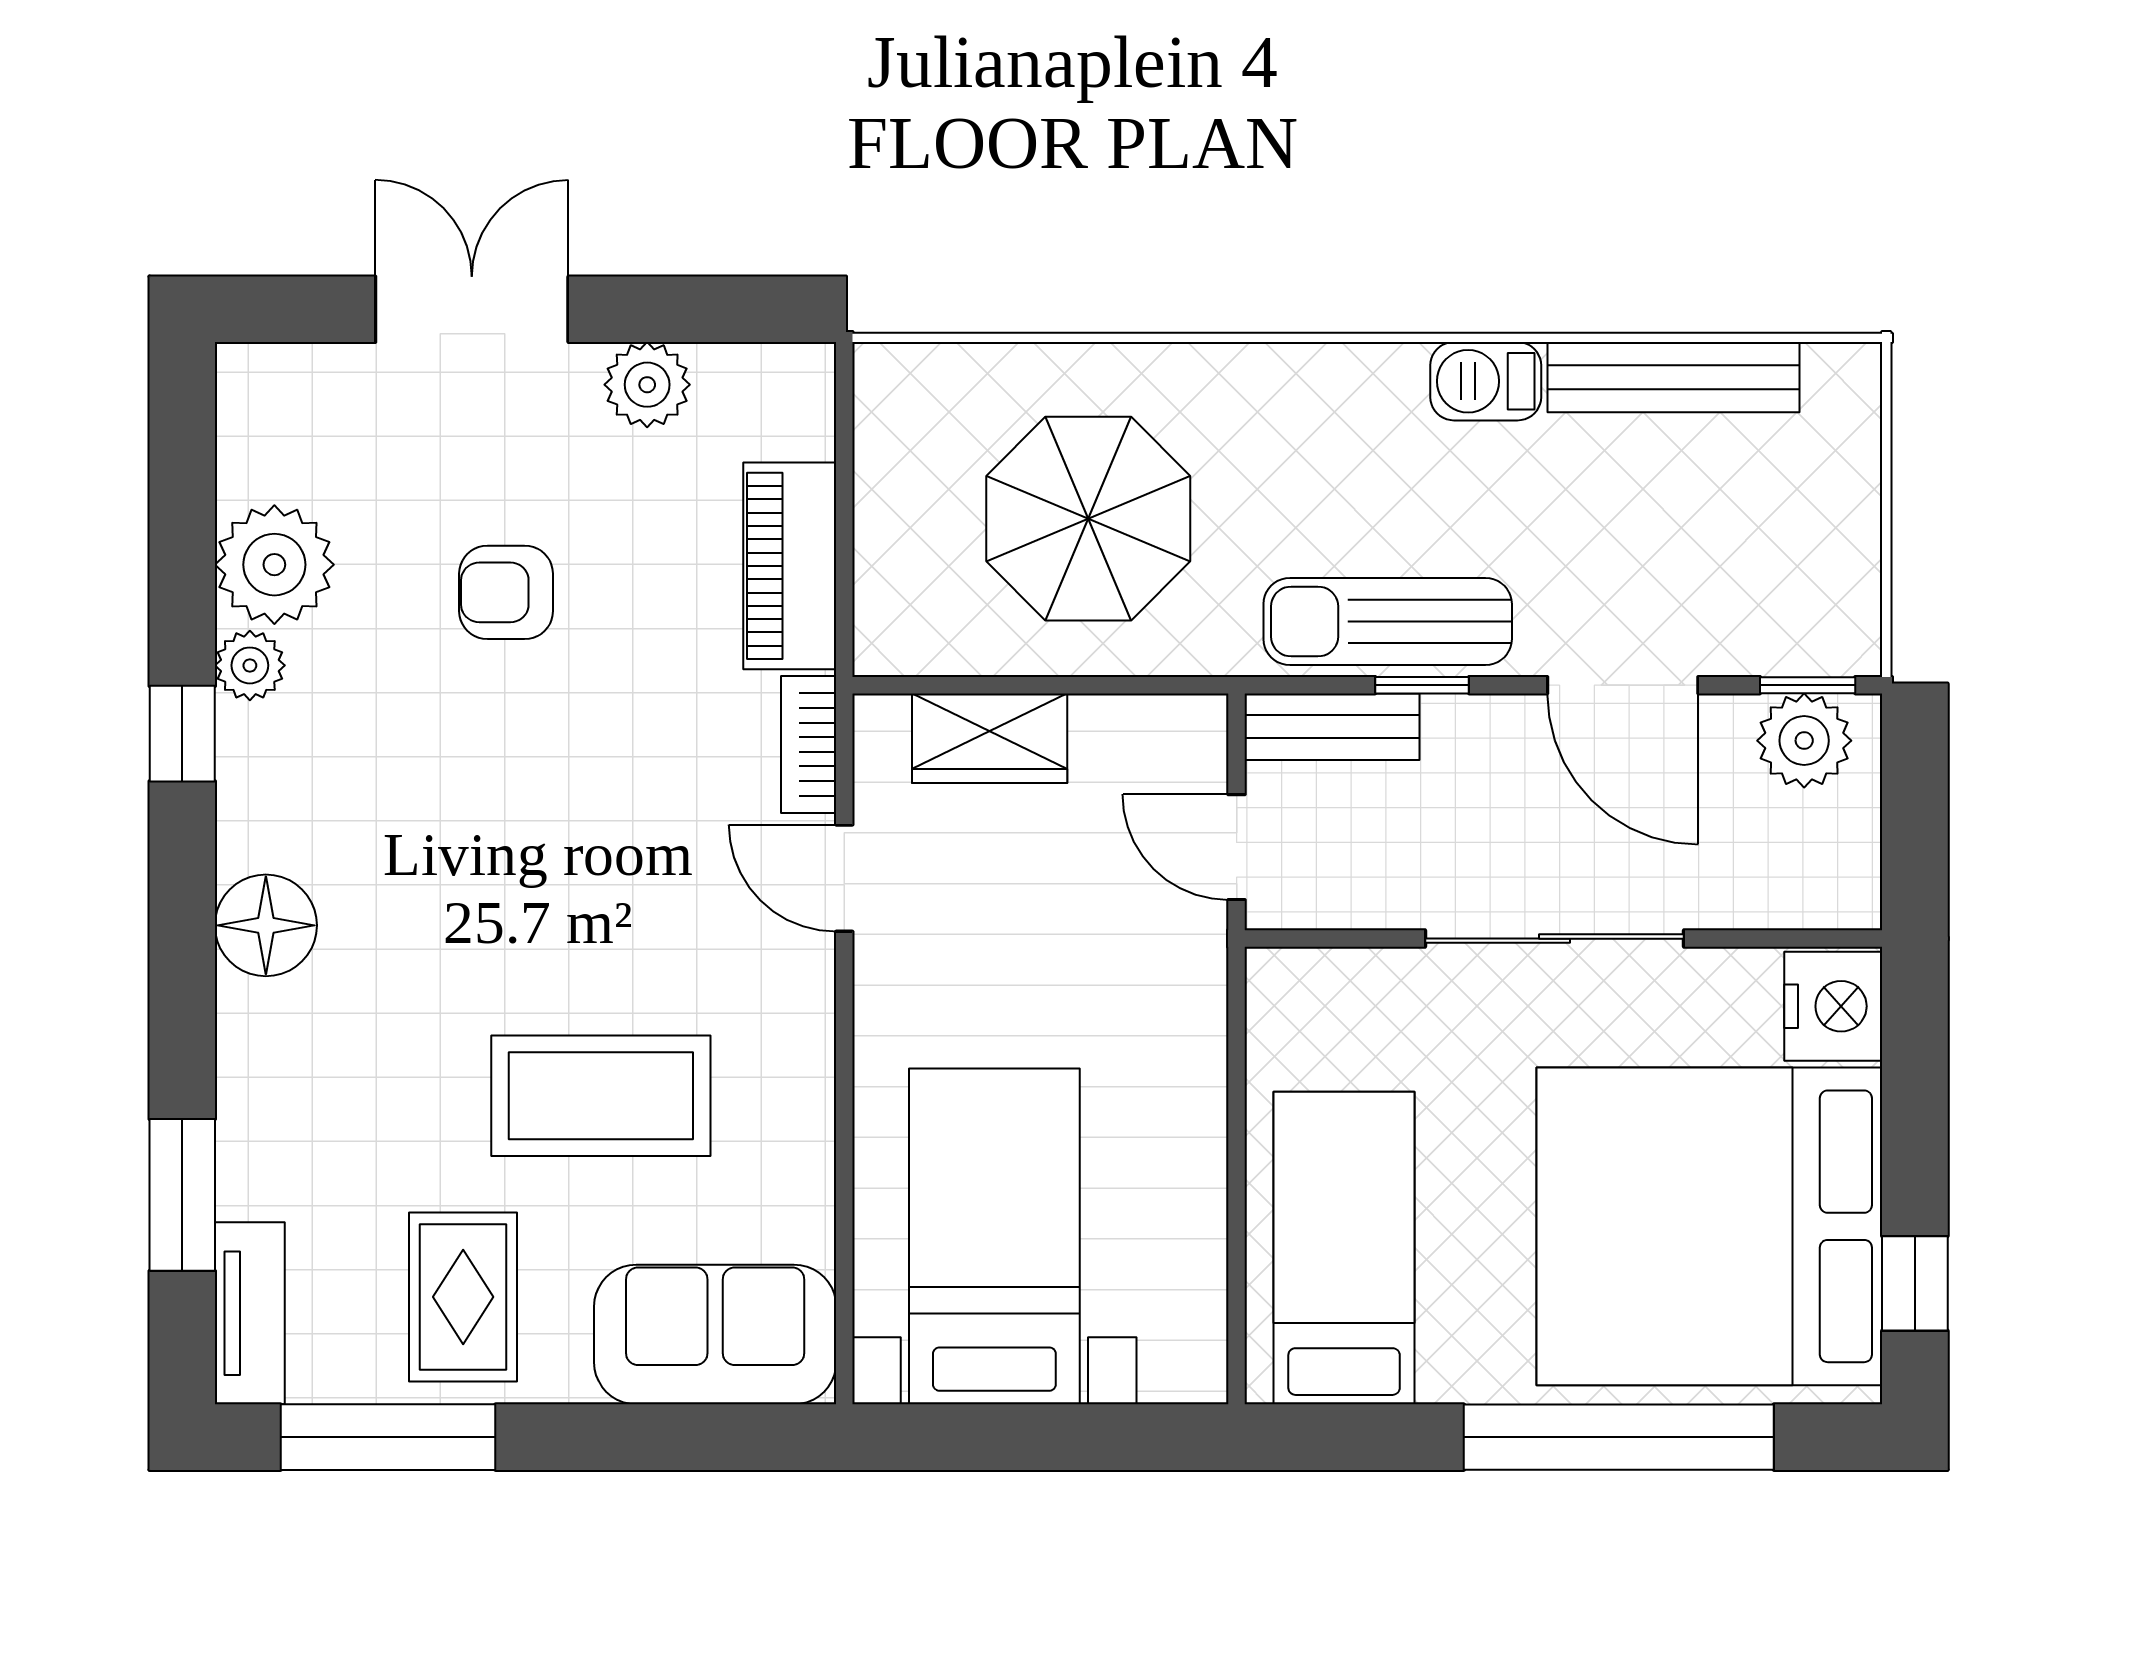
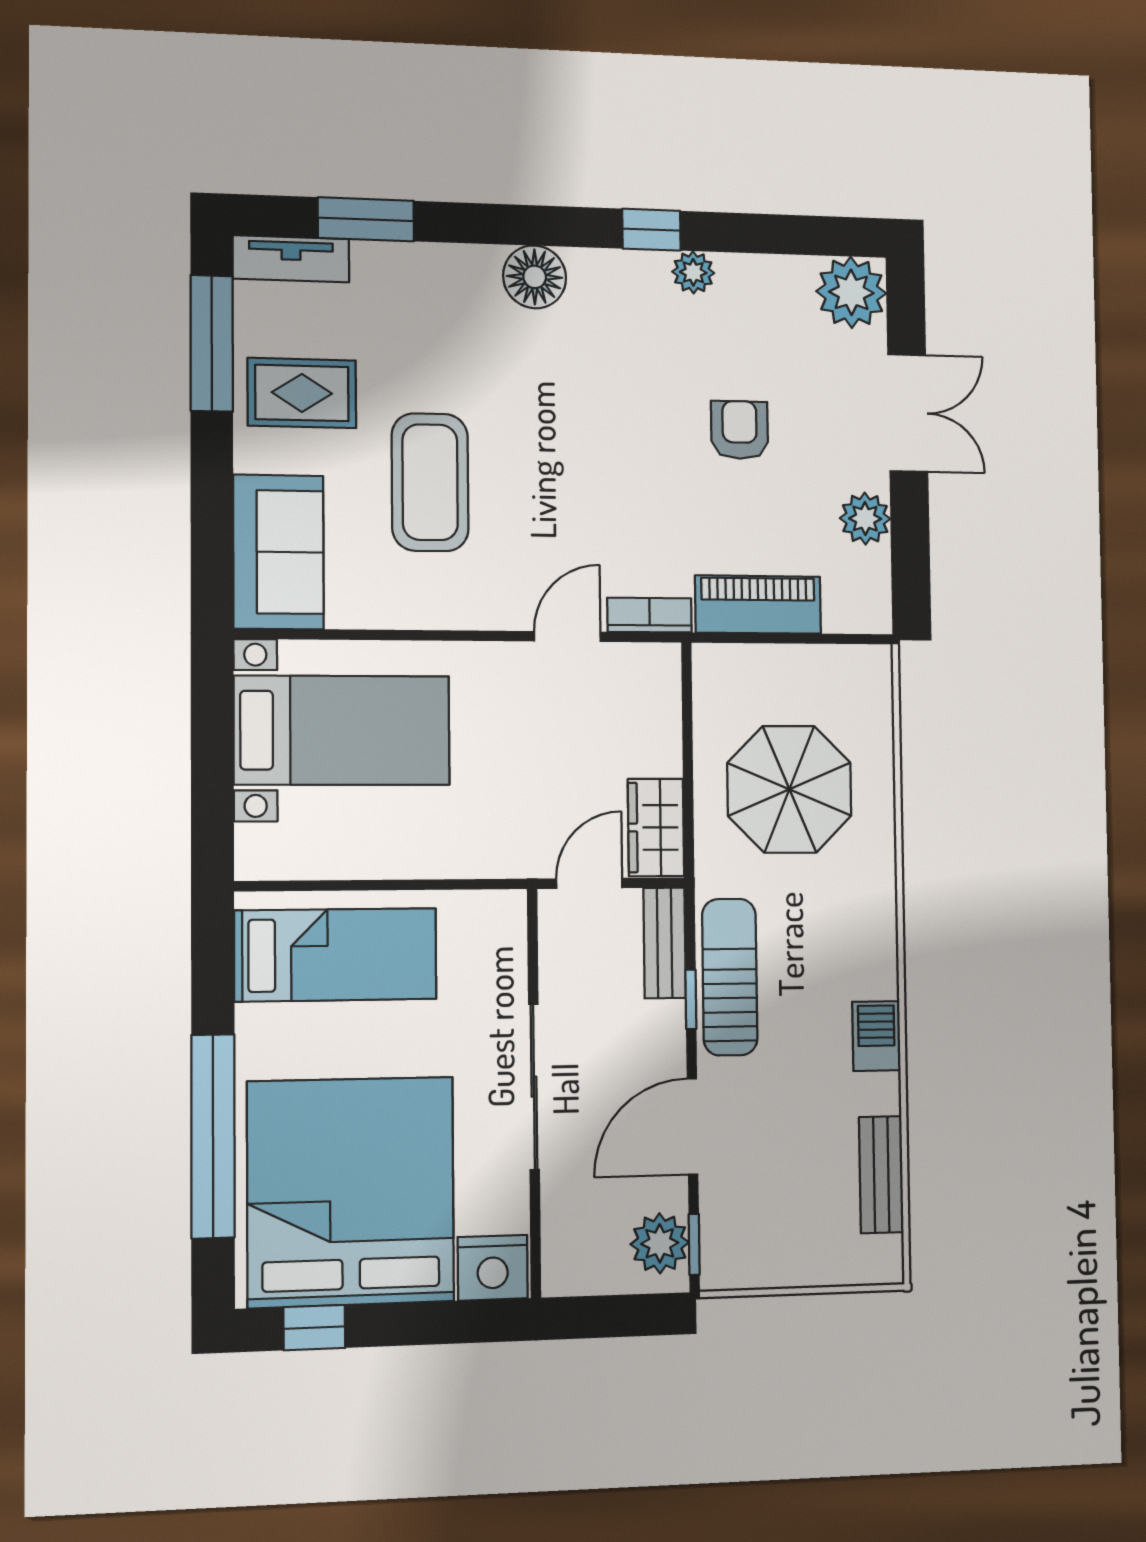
bench: (1673, 377) -> (881, 1175), width x0.73
plant: (274, 565) -> (851, 292), moved
wardrobe: (990, 738) -> (656, 827), moved

